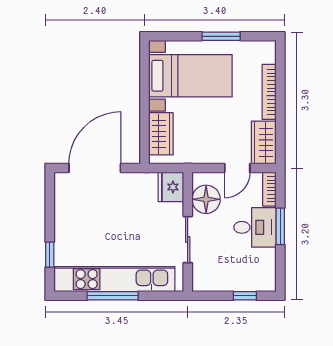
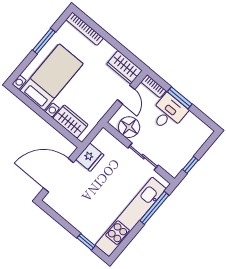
bookcase: (269, 92) -> (85, 29), moved
door: (95, 168) -> (58, 175), hinge flipped
fridge: (171, 187) -> (90, 157), moved, turned -90
window: (113, 296) -> (154, 208), moved
window: (245, 296) -> (190, 165), moved

